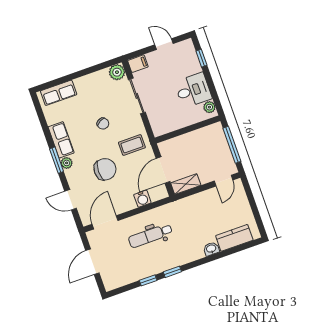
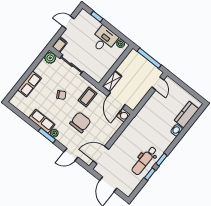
row of seats: (59, 93) -> (29, 84), moved
shelving: (186, 184) -> (112, 81), moved
water cooler: (142, 199) -> (123, 115), moved
door: (105, 222) -> (101, 155), hinge flipped
dental chair: (150, 236) -> (144, 161), moved

